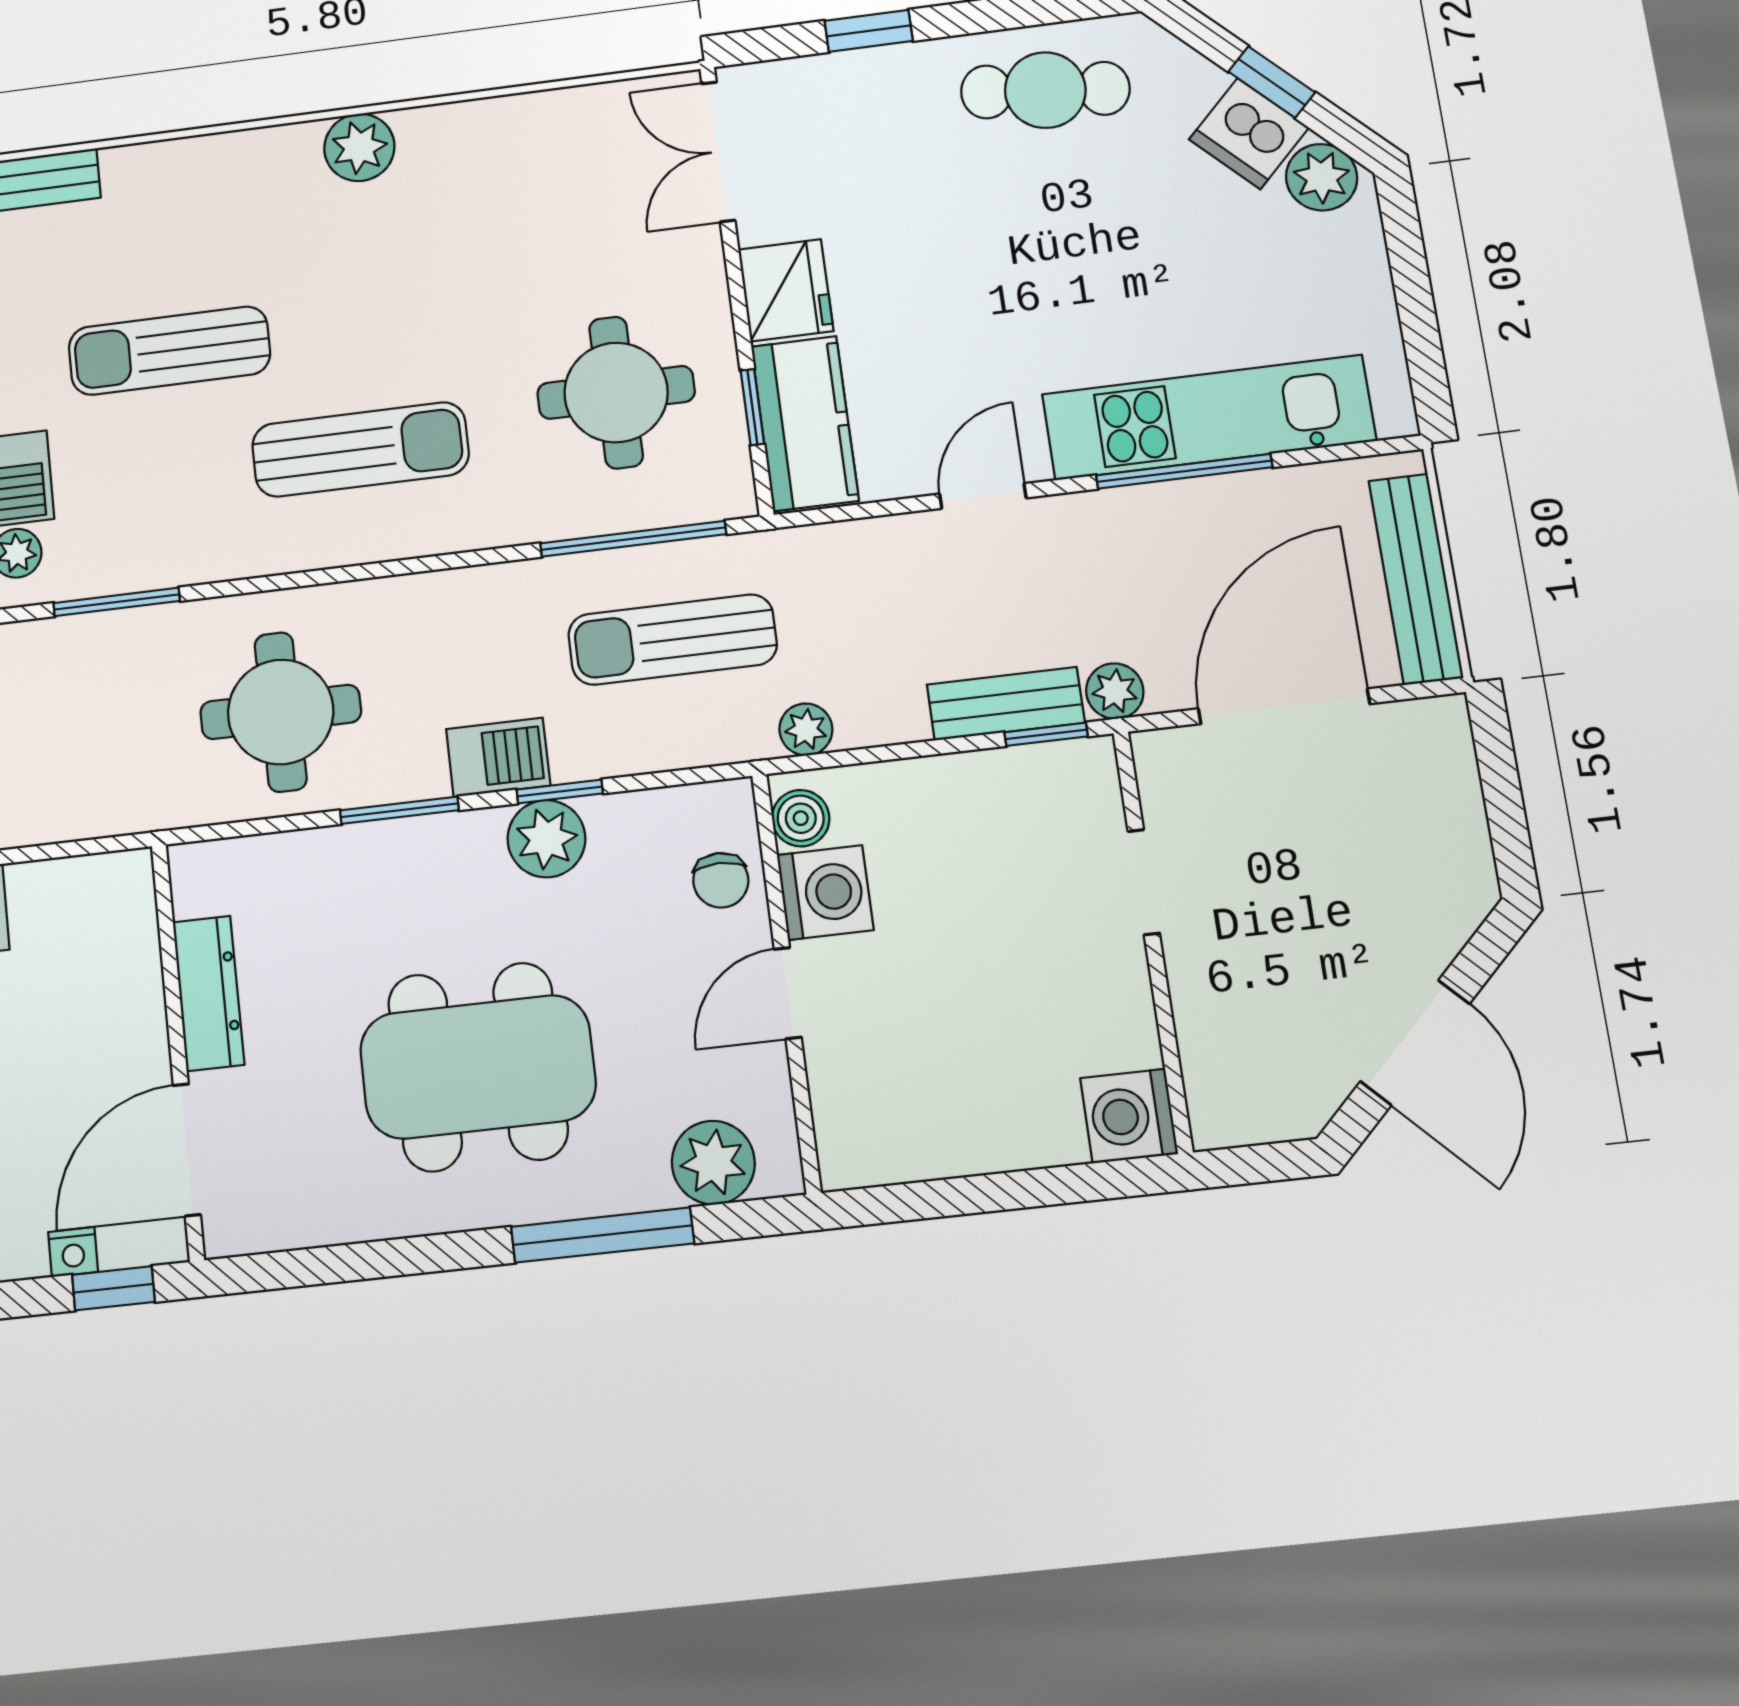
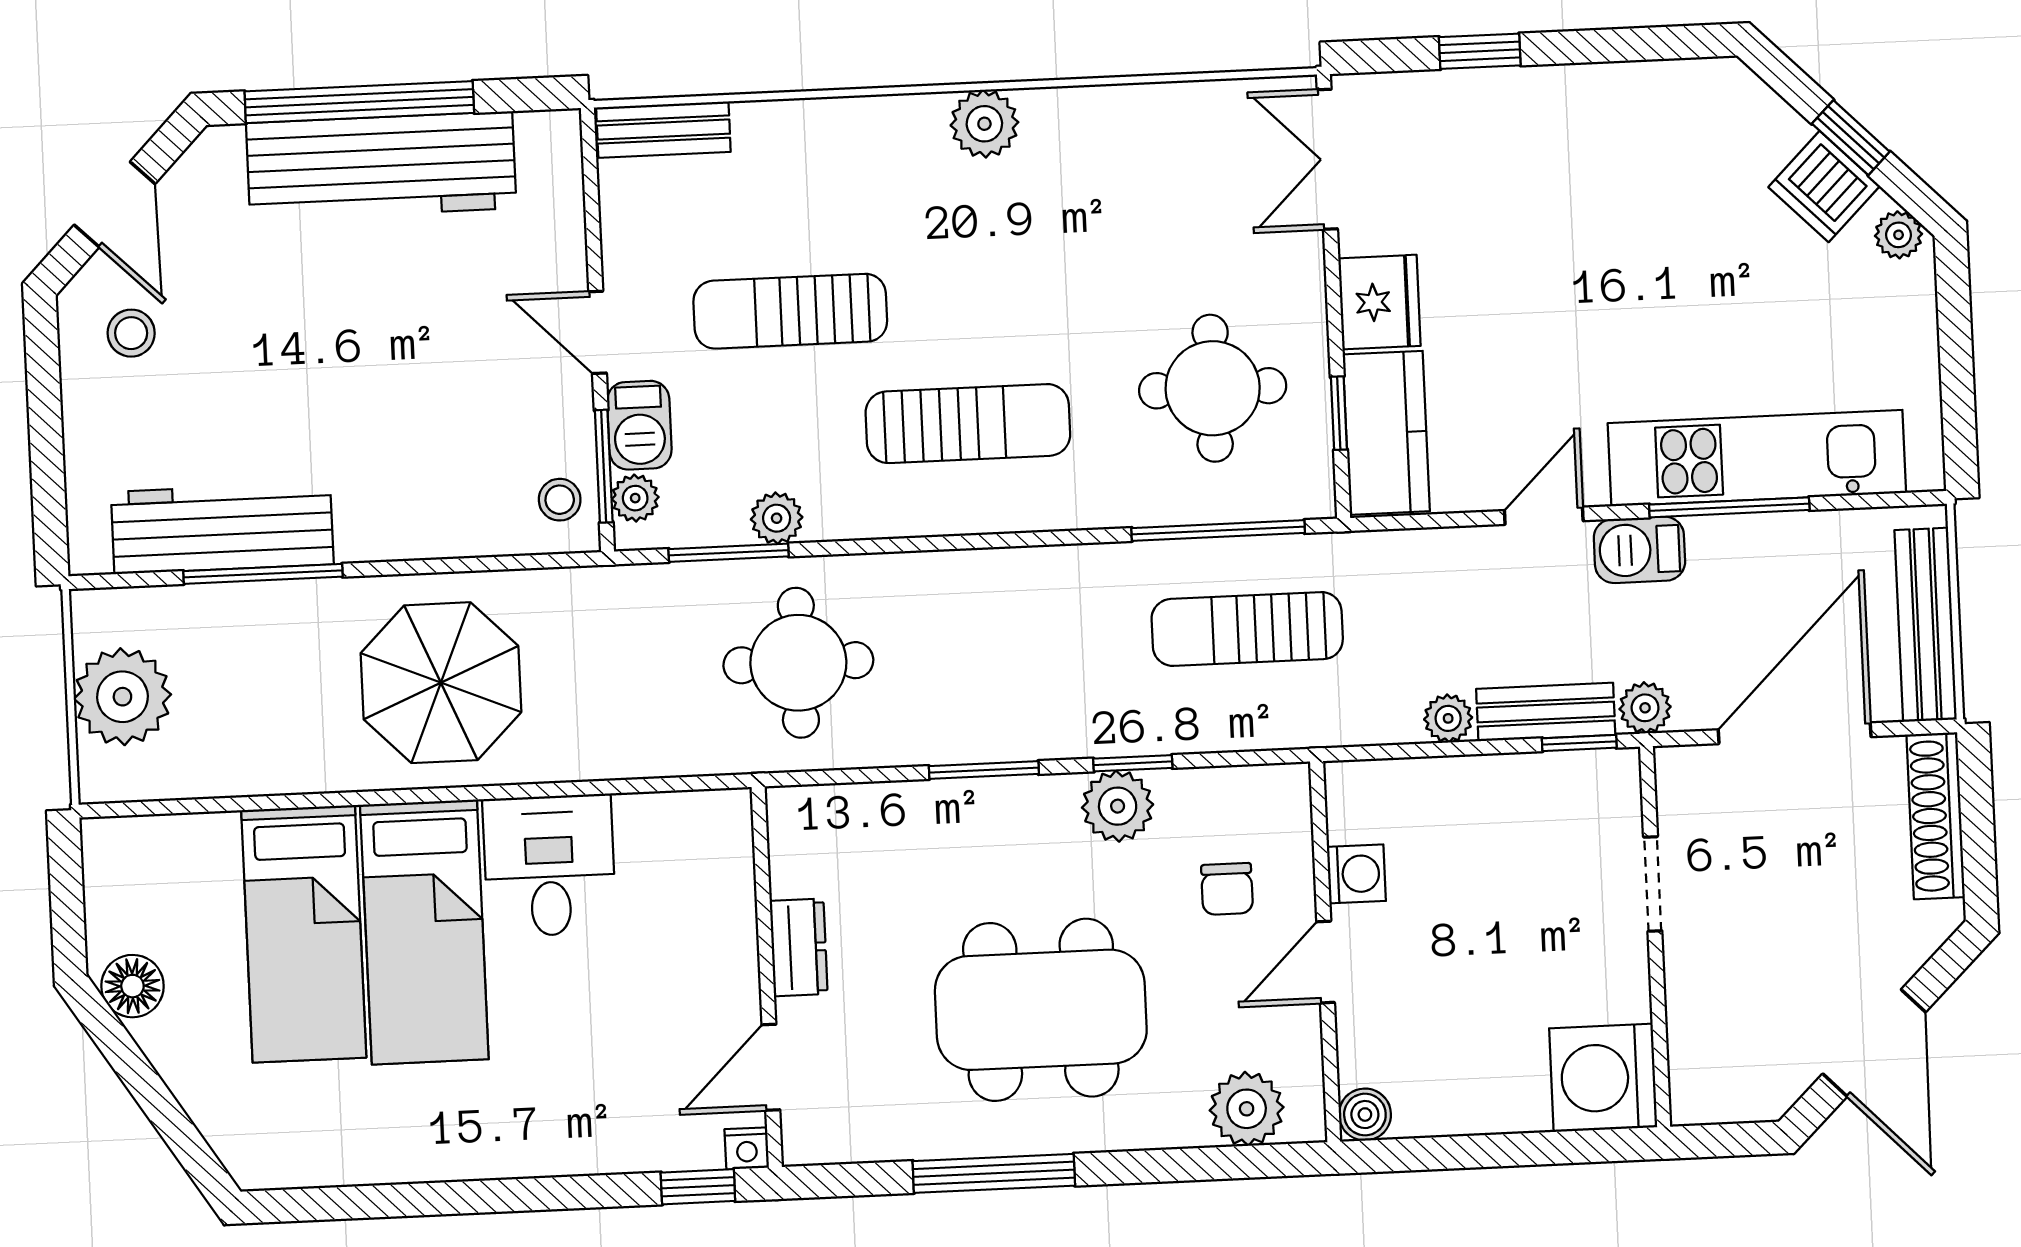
cafe table: (1045, 90) -> (1640, 126), removed
plant: (1322, 177) -> (1899, 235), width x0.73, depth x0.73
plant: (165, 562) -> (777, 518), added
round table: (281, 712) -> (798, 663), moved
plant: (806, 729) -> (1448, 718), moved
barbecue: (498, 757) -> (1639, 550), moved, turned 180
shoe rack: (1453, 785) -> (1936, 816), added
boiler: (801, 818) -> (1365, 1115), moved
chair: (721, 880) -> (1227, 889), moved
washing machine: (825, 893) -> (1356, 874), width x0.73, depth x0.73
dresser: (208, 993) -> (799, 947), width x0.70
washing machine: (1129, 1116) -> (1603, 1078), width x1.37, depth x1.37
door: (187, 1150) -> (771, 1067), width x0.73
window: (603, 1235) -> (994, 1173), moved
nightstand: (73, 1252) -> (747, 1148), moved

